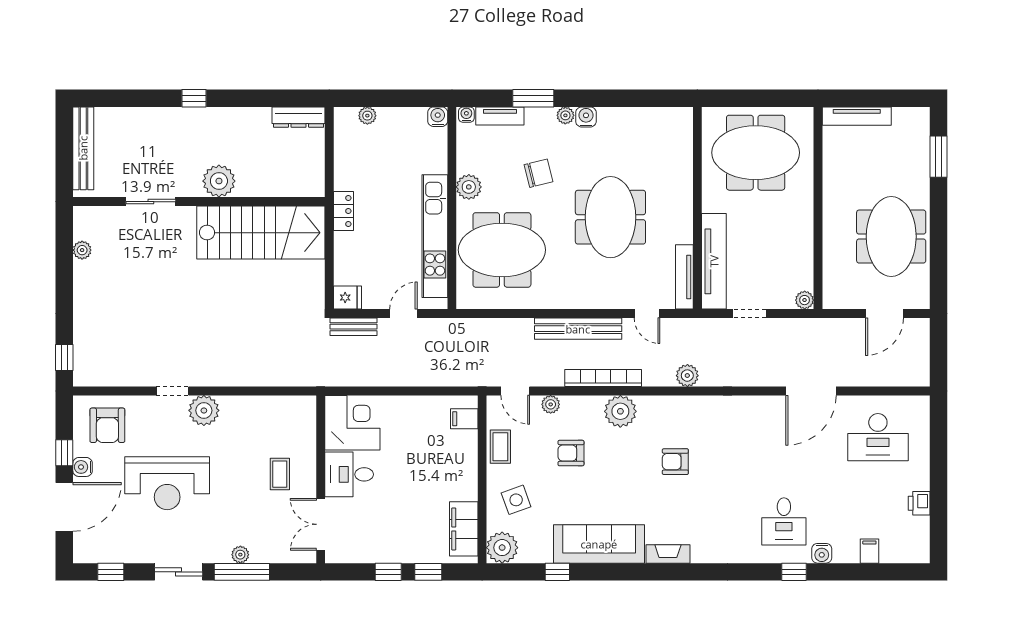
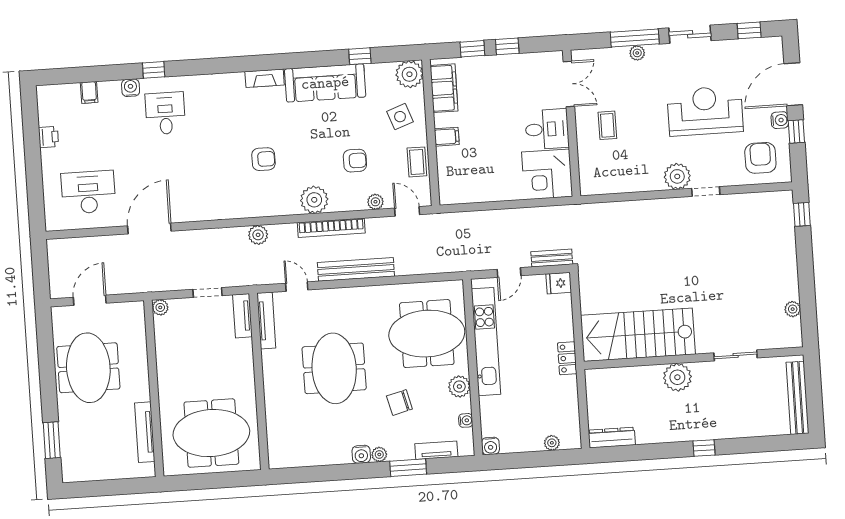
water cooler: (466, 115) -> (466, 420), moved, turned -90
tv unit: (857, 116) -> (145, 432), moved, turned -90
tv unit: (714, 261) -> (242, 316), width x0.52, depth x0.78
filing cabinet: (464, 419) -> (447, 137), moved

